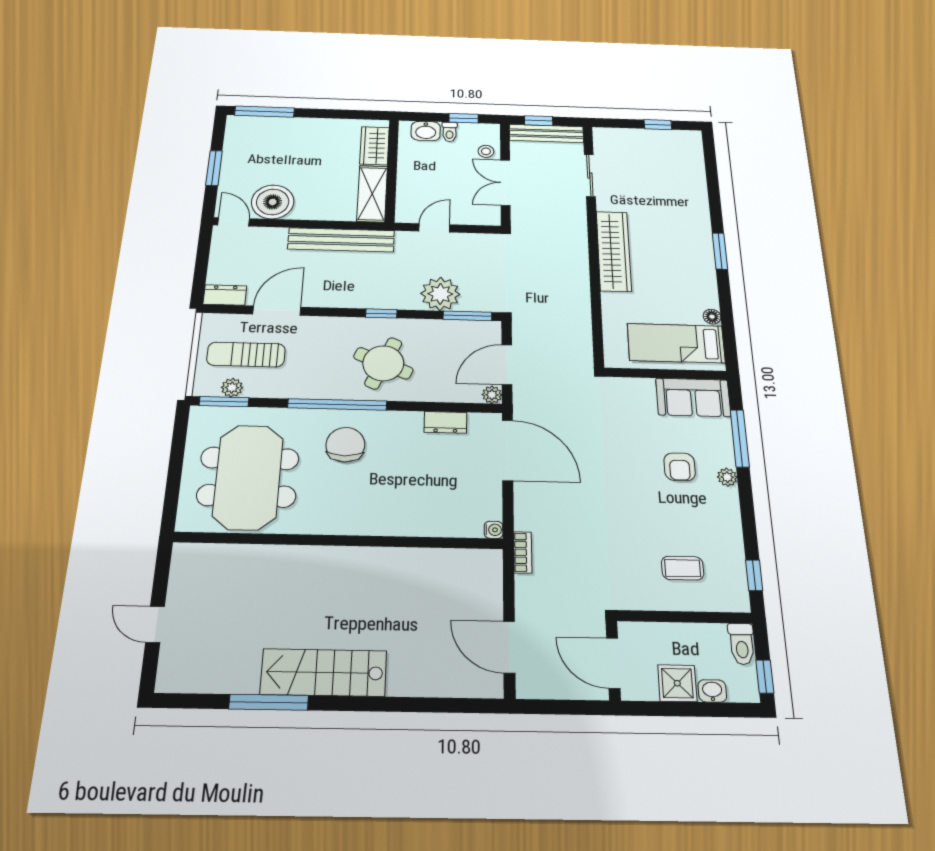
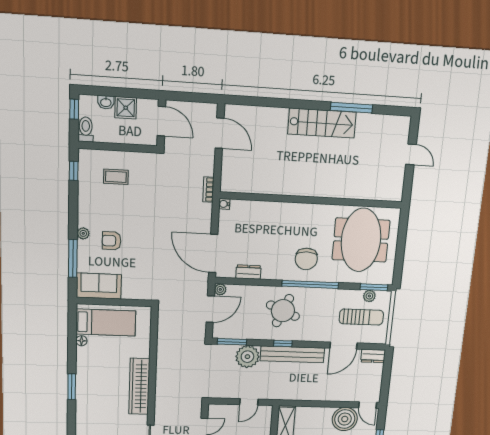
bench: (341, 240) -> (292, 354), moved
armchair: (680, 467) -> (112, 241), turned -90

